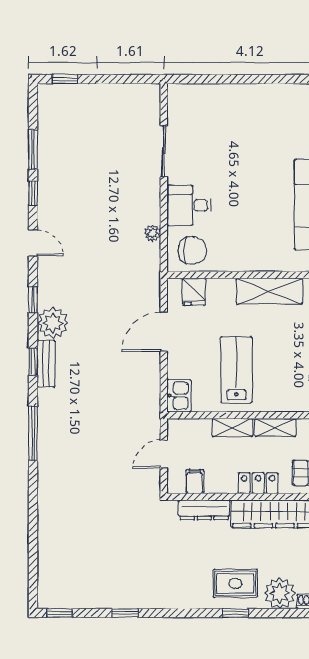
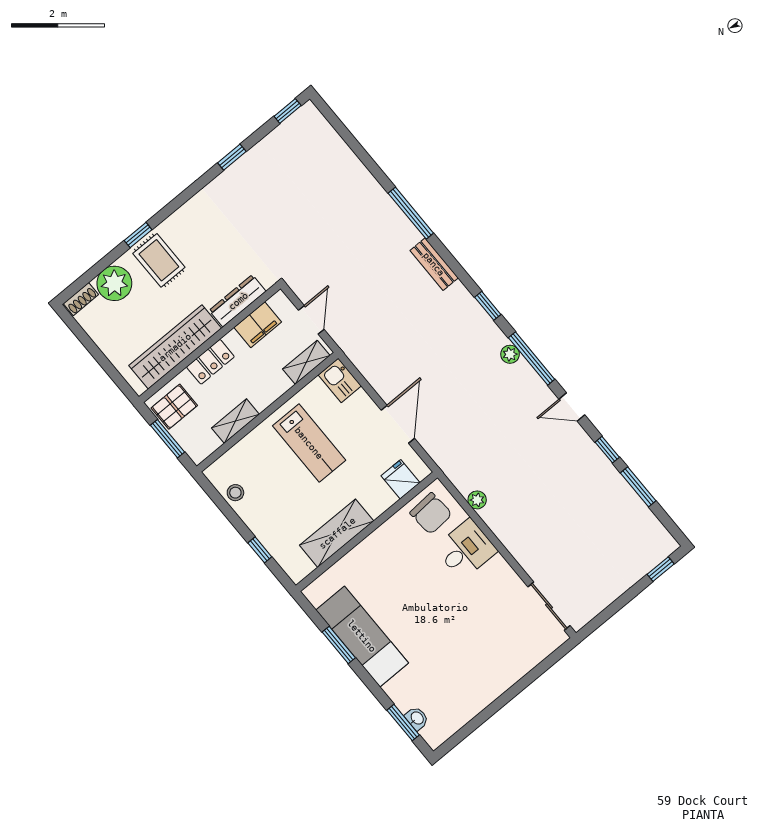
sliding door: (164, 151) -> (549, 606), moved
chair: (192, 250) -> (431, 513), turned -94
window: (33, 300) -> (532, 359), width x2.17
plant: (53, 323) -> (510, 354), width x0.53, depth x0.53
bench: (46, 364) -> (434, 264), moved
shelving: (233, 427) -> (306, 362), moved
window: (33, 433) -> (411, 213), moved
filing cabinet: (195, 482) -> (258, 325), width x2.00
rug: (235, 583) -> (159, 260), turned 90

